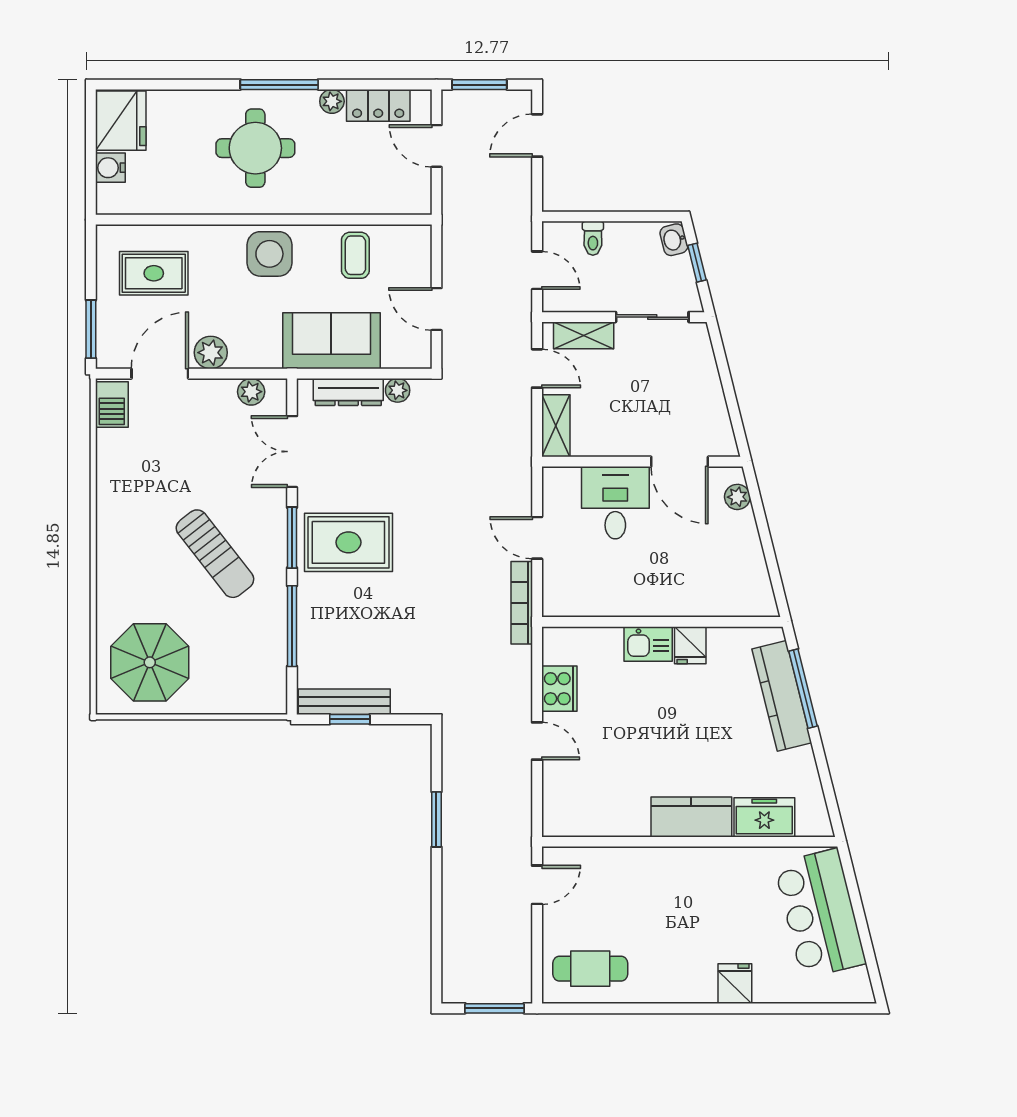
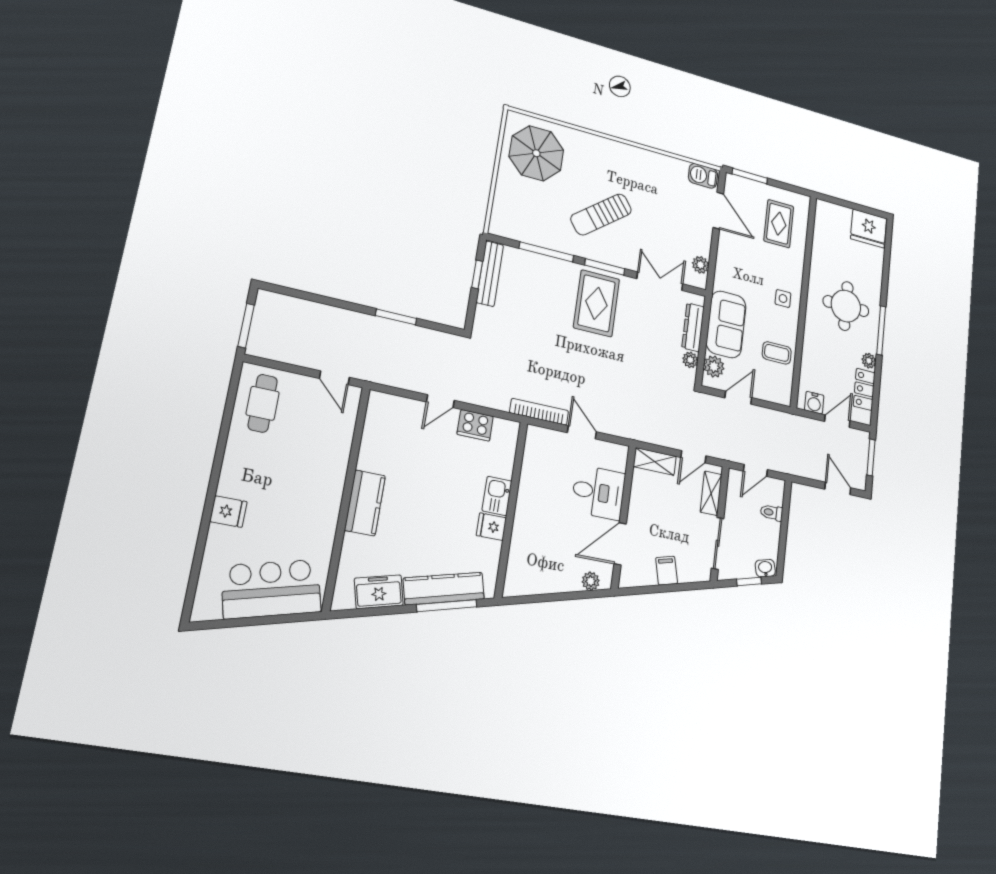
water cooler: (110, 168) -> (814, 403), moved, turned 180
side table: (269, 254) -> (783, 298), width x0.54, depth x0.54
plant: (211, 353) -> (714, 367), moved
filing cabinet: (704, 389) -> (667, 571), added
door: (537, 538) -> (582, 432), hinge flipped
freezer: (764, 817) -> (379, 592), moved, turned -104

